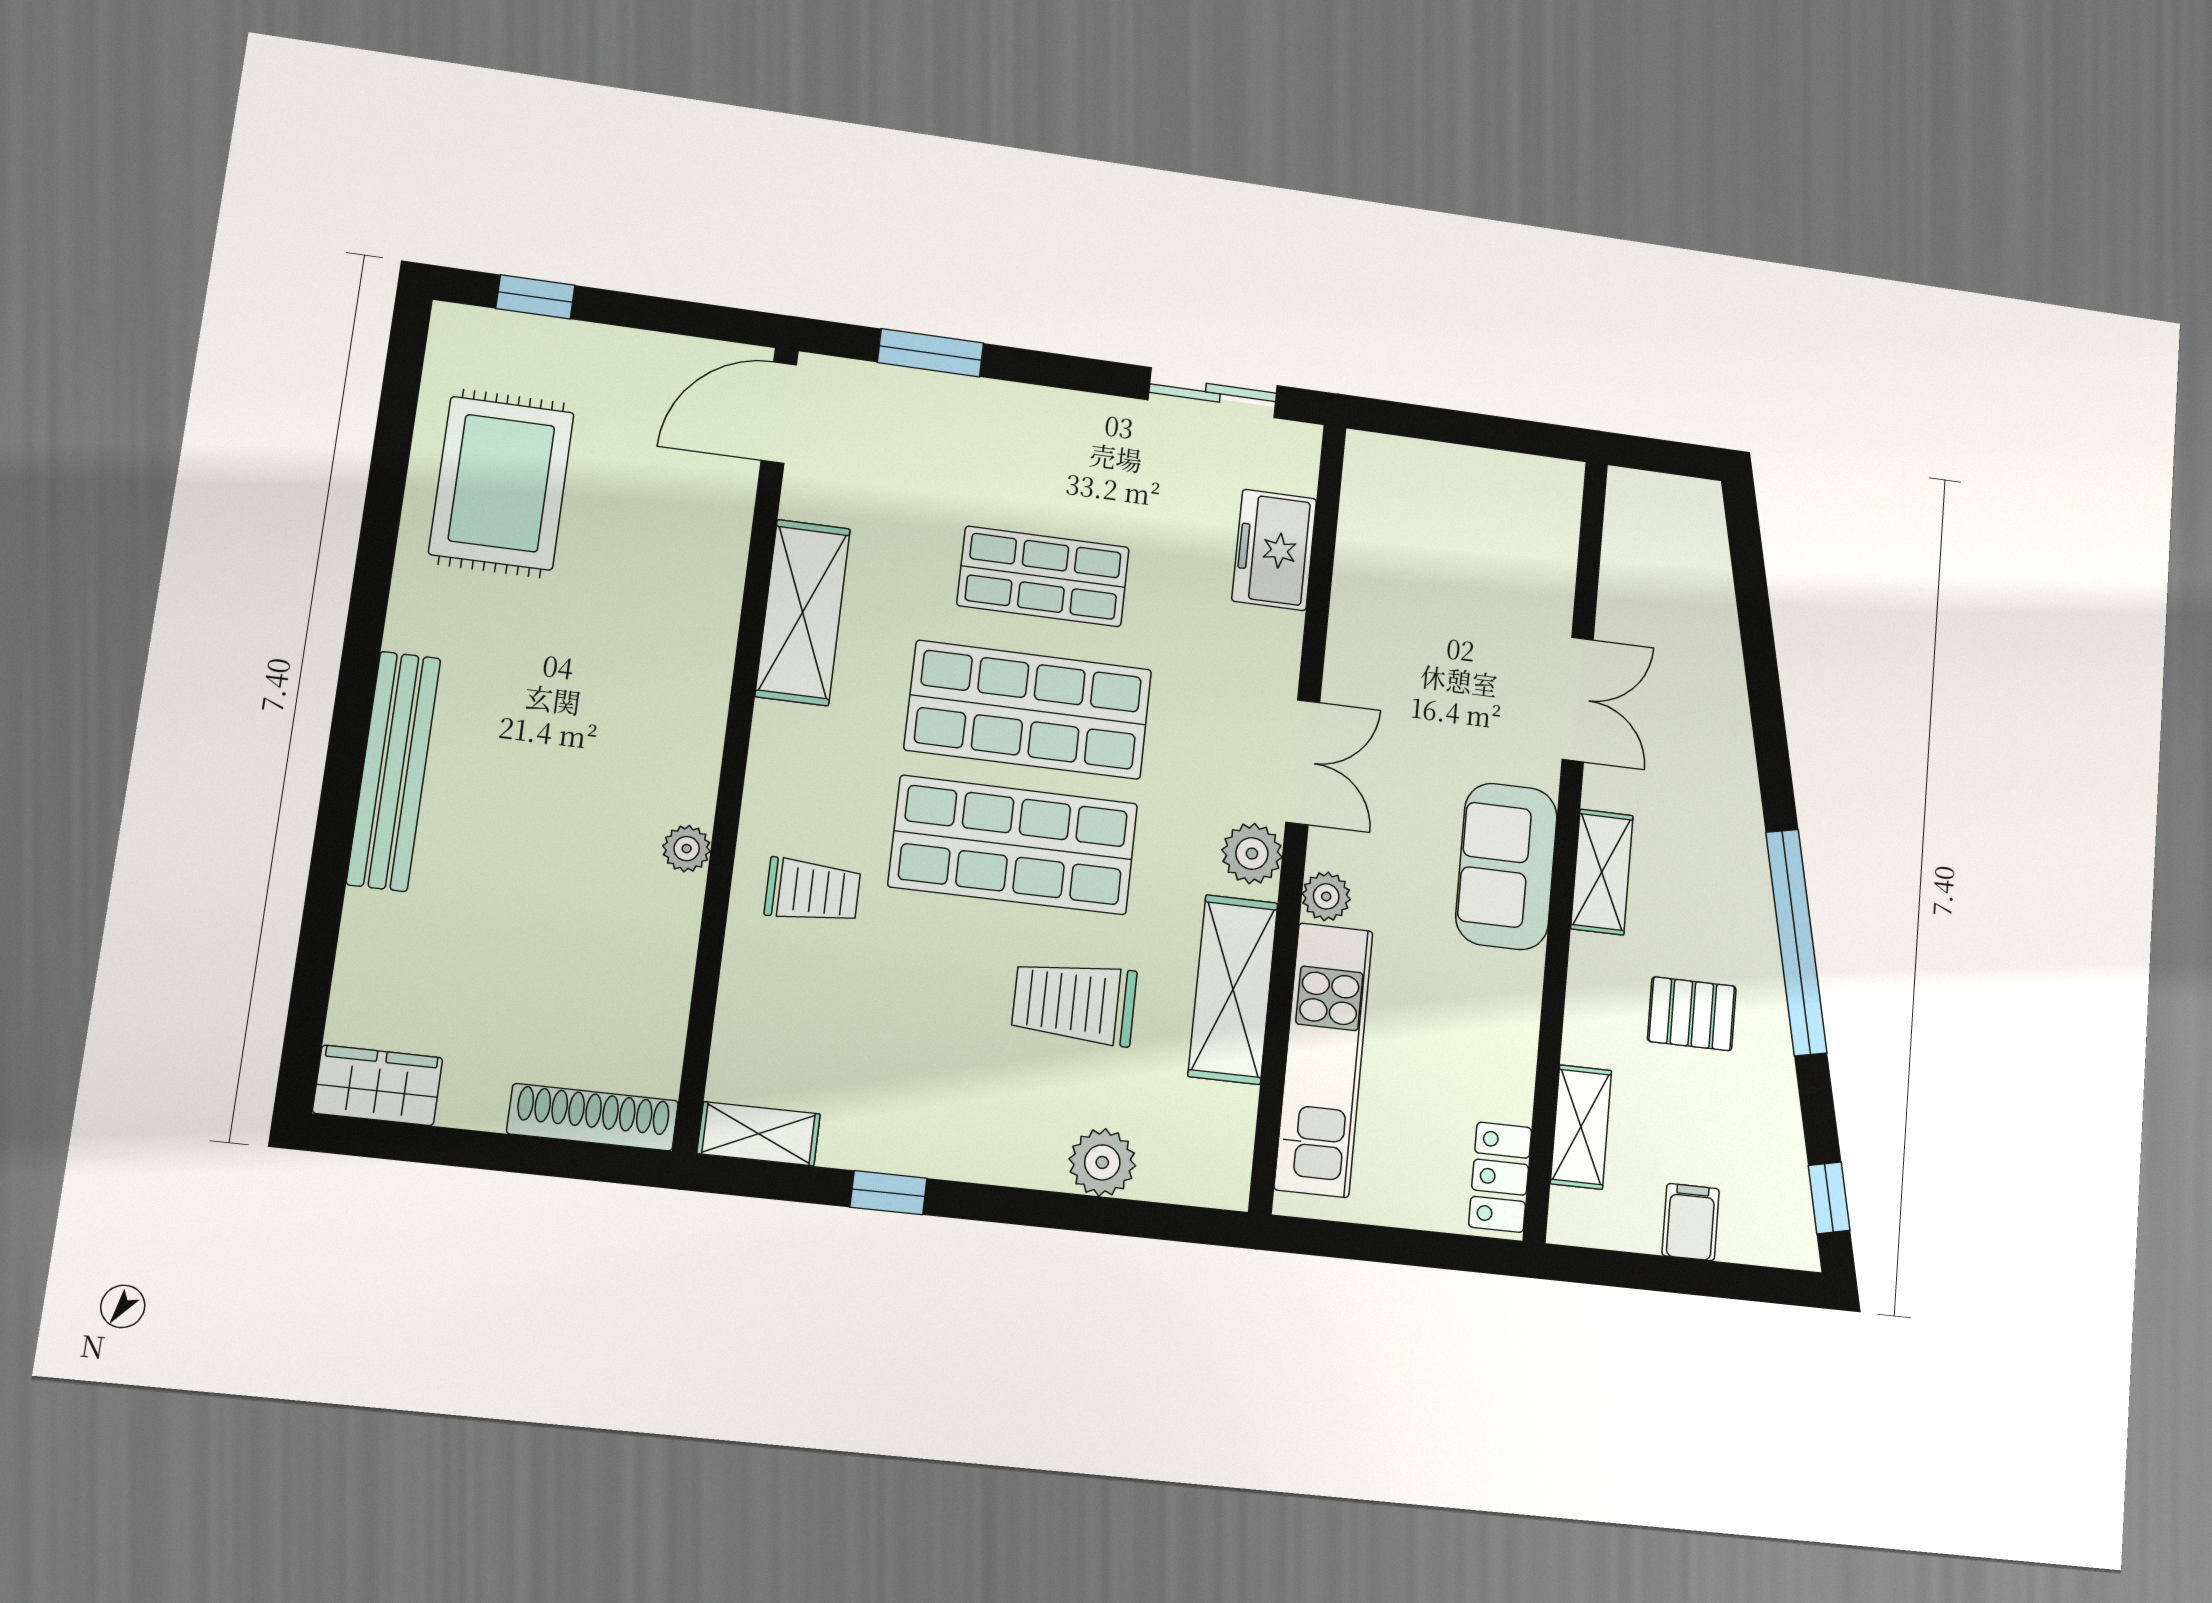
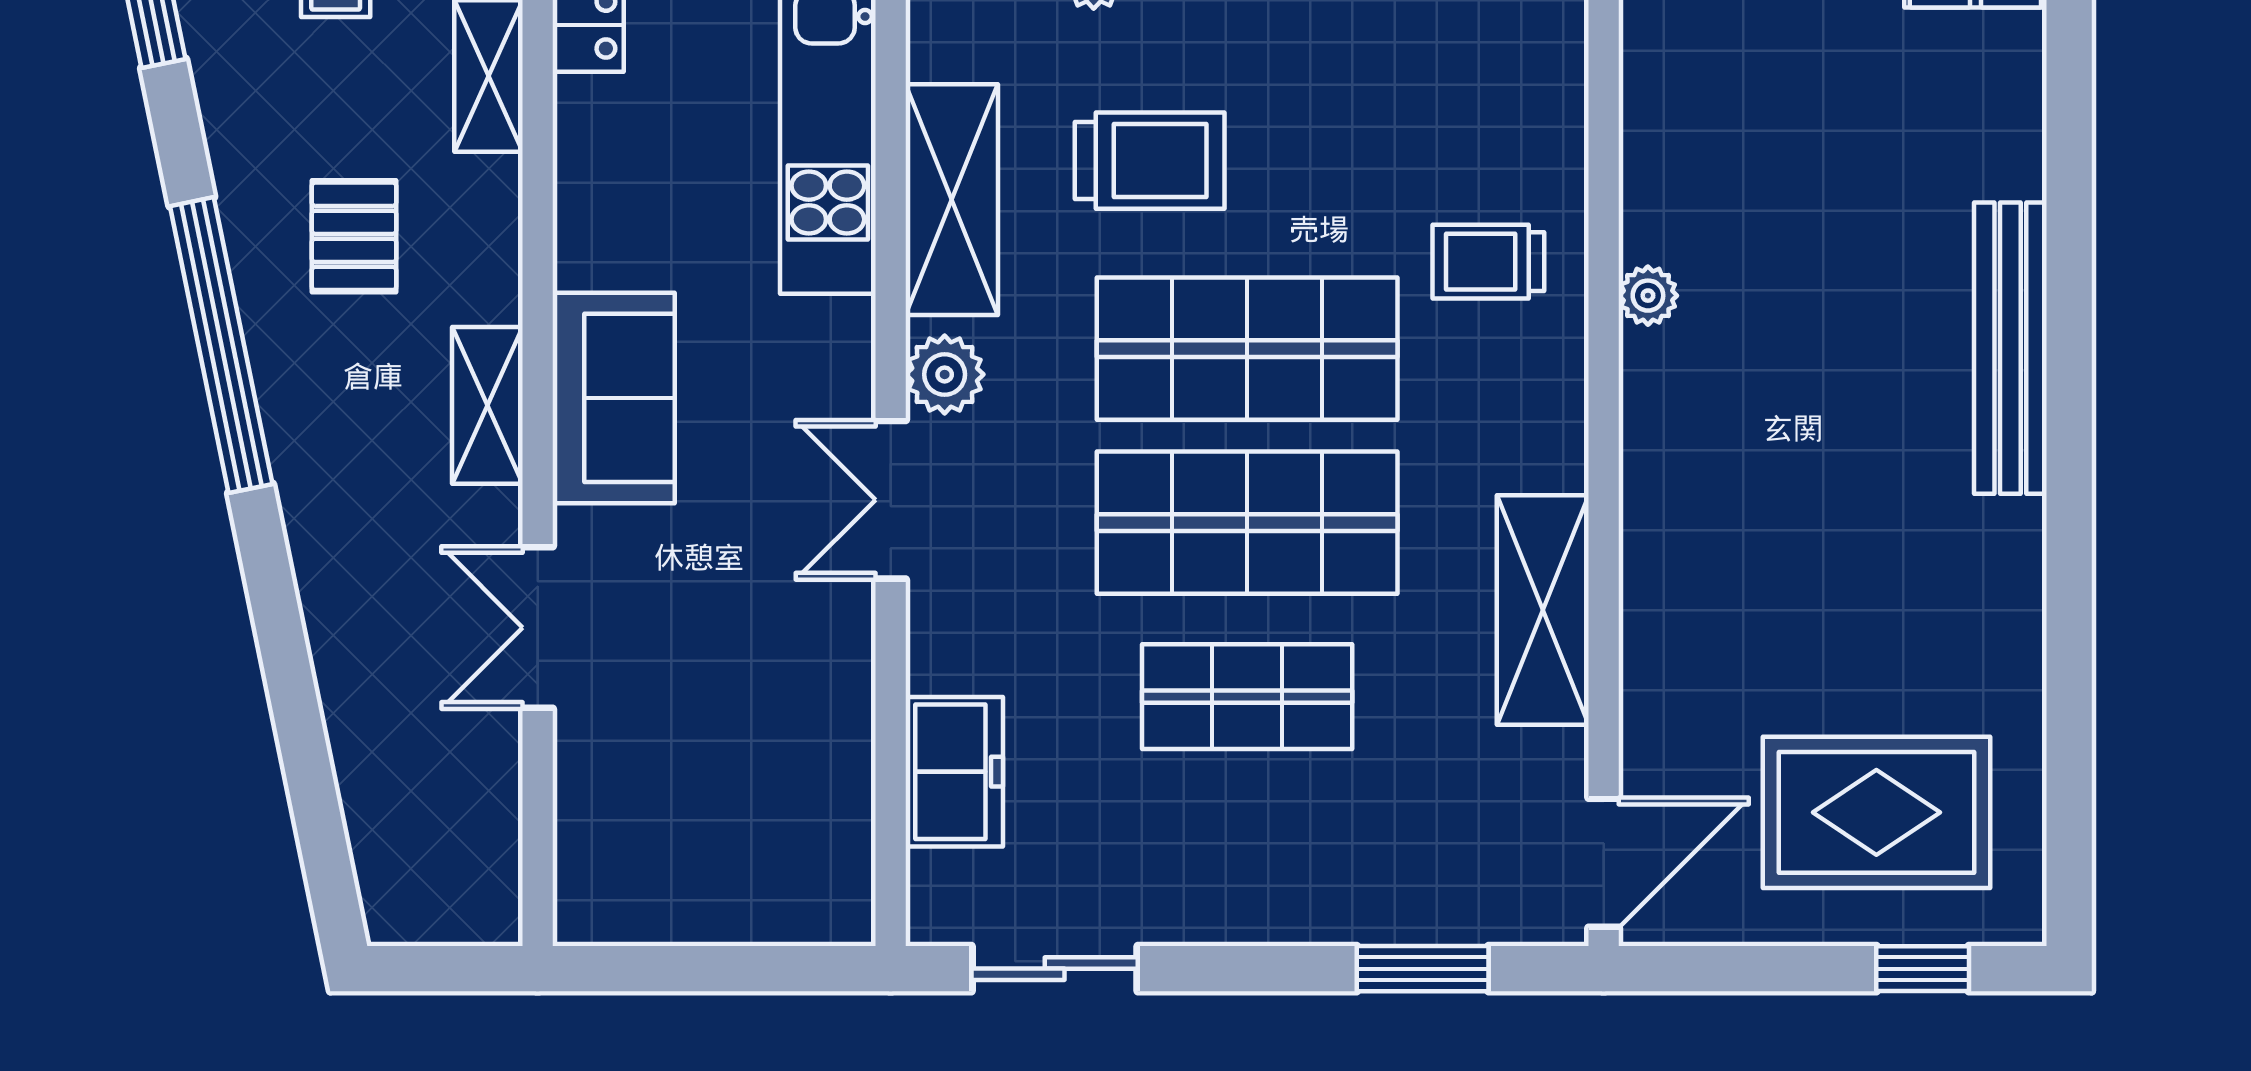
rug: (502, 483) -> (1876, 812), moved, turned 90
plant: (1326, 896) -> (844, 331), removed
pallet: (1692, 1014) -> (354, 236), turned 90

